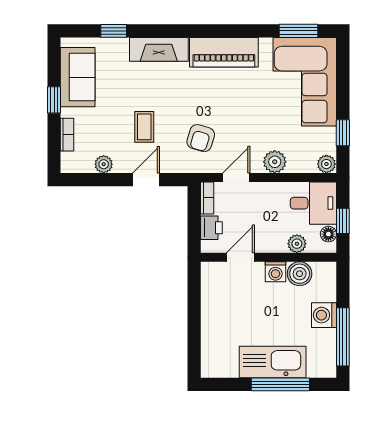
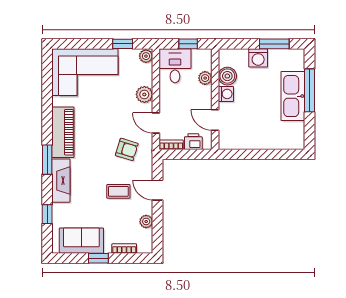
window: (298, 31) -> (47, 160), moved
floor lamp: (328, 234) -> (198, 55), removed
window: (343, 337) -> (274, 44), width x0.69

